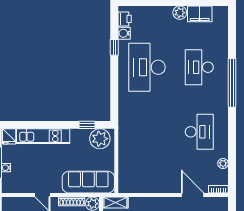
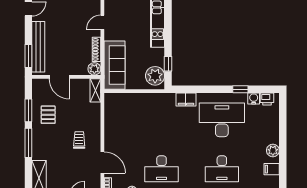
filing cabinet: (200, 14) -> (272, 169), width x0.50
desk: (199, 67) -> (222, 169), turned 180
filing cabinet: (125, 106) -> (186, 99), added
door: (193, 195) -> (102, 162), hinge flipped

